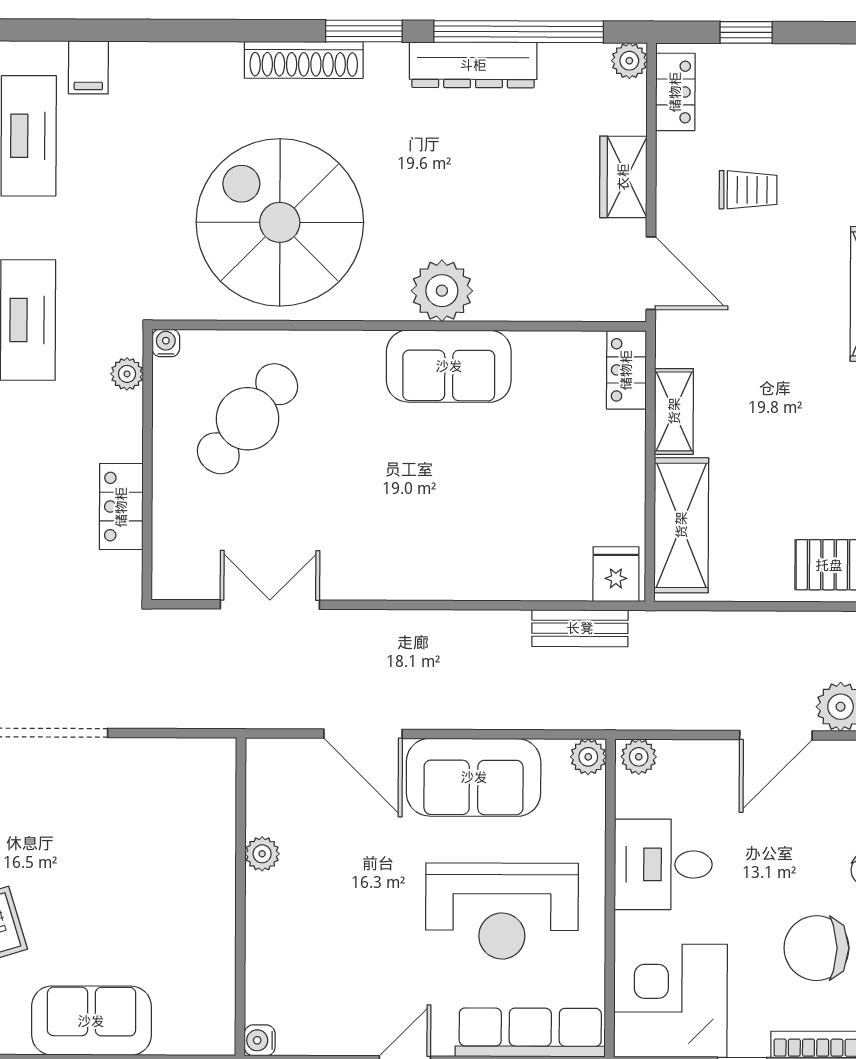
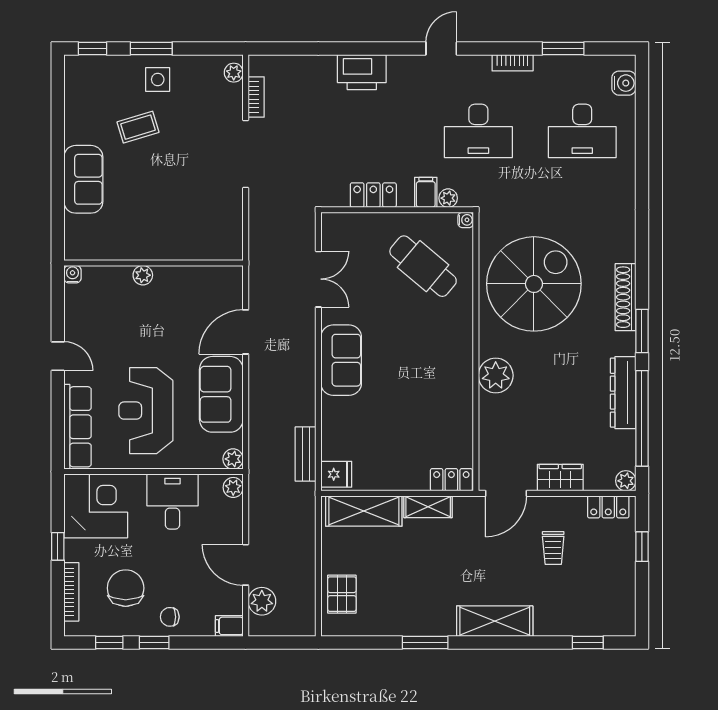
filing cabinet: (88, 67) -> (426, 192), moved, turned 90
sofa: (449, 366) -> (341, 360), moved, turned 180
plant: (262, 854) -> (143, 275), moved

